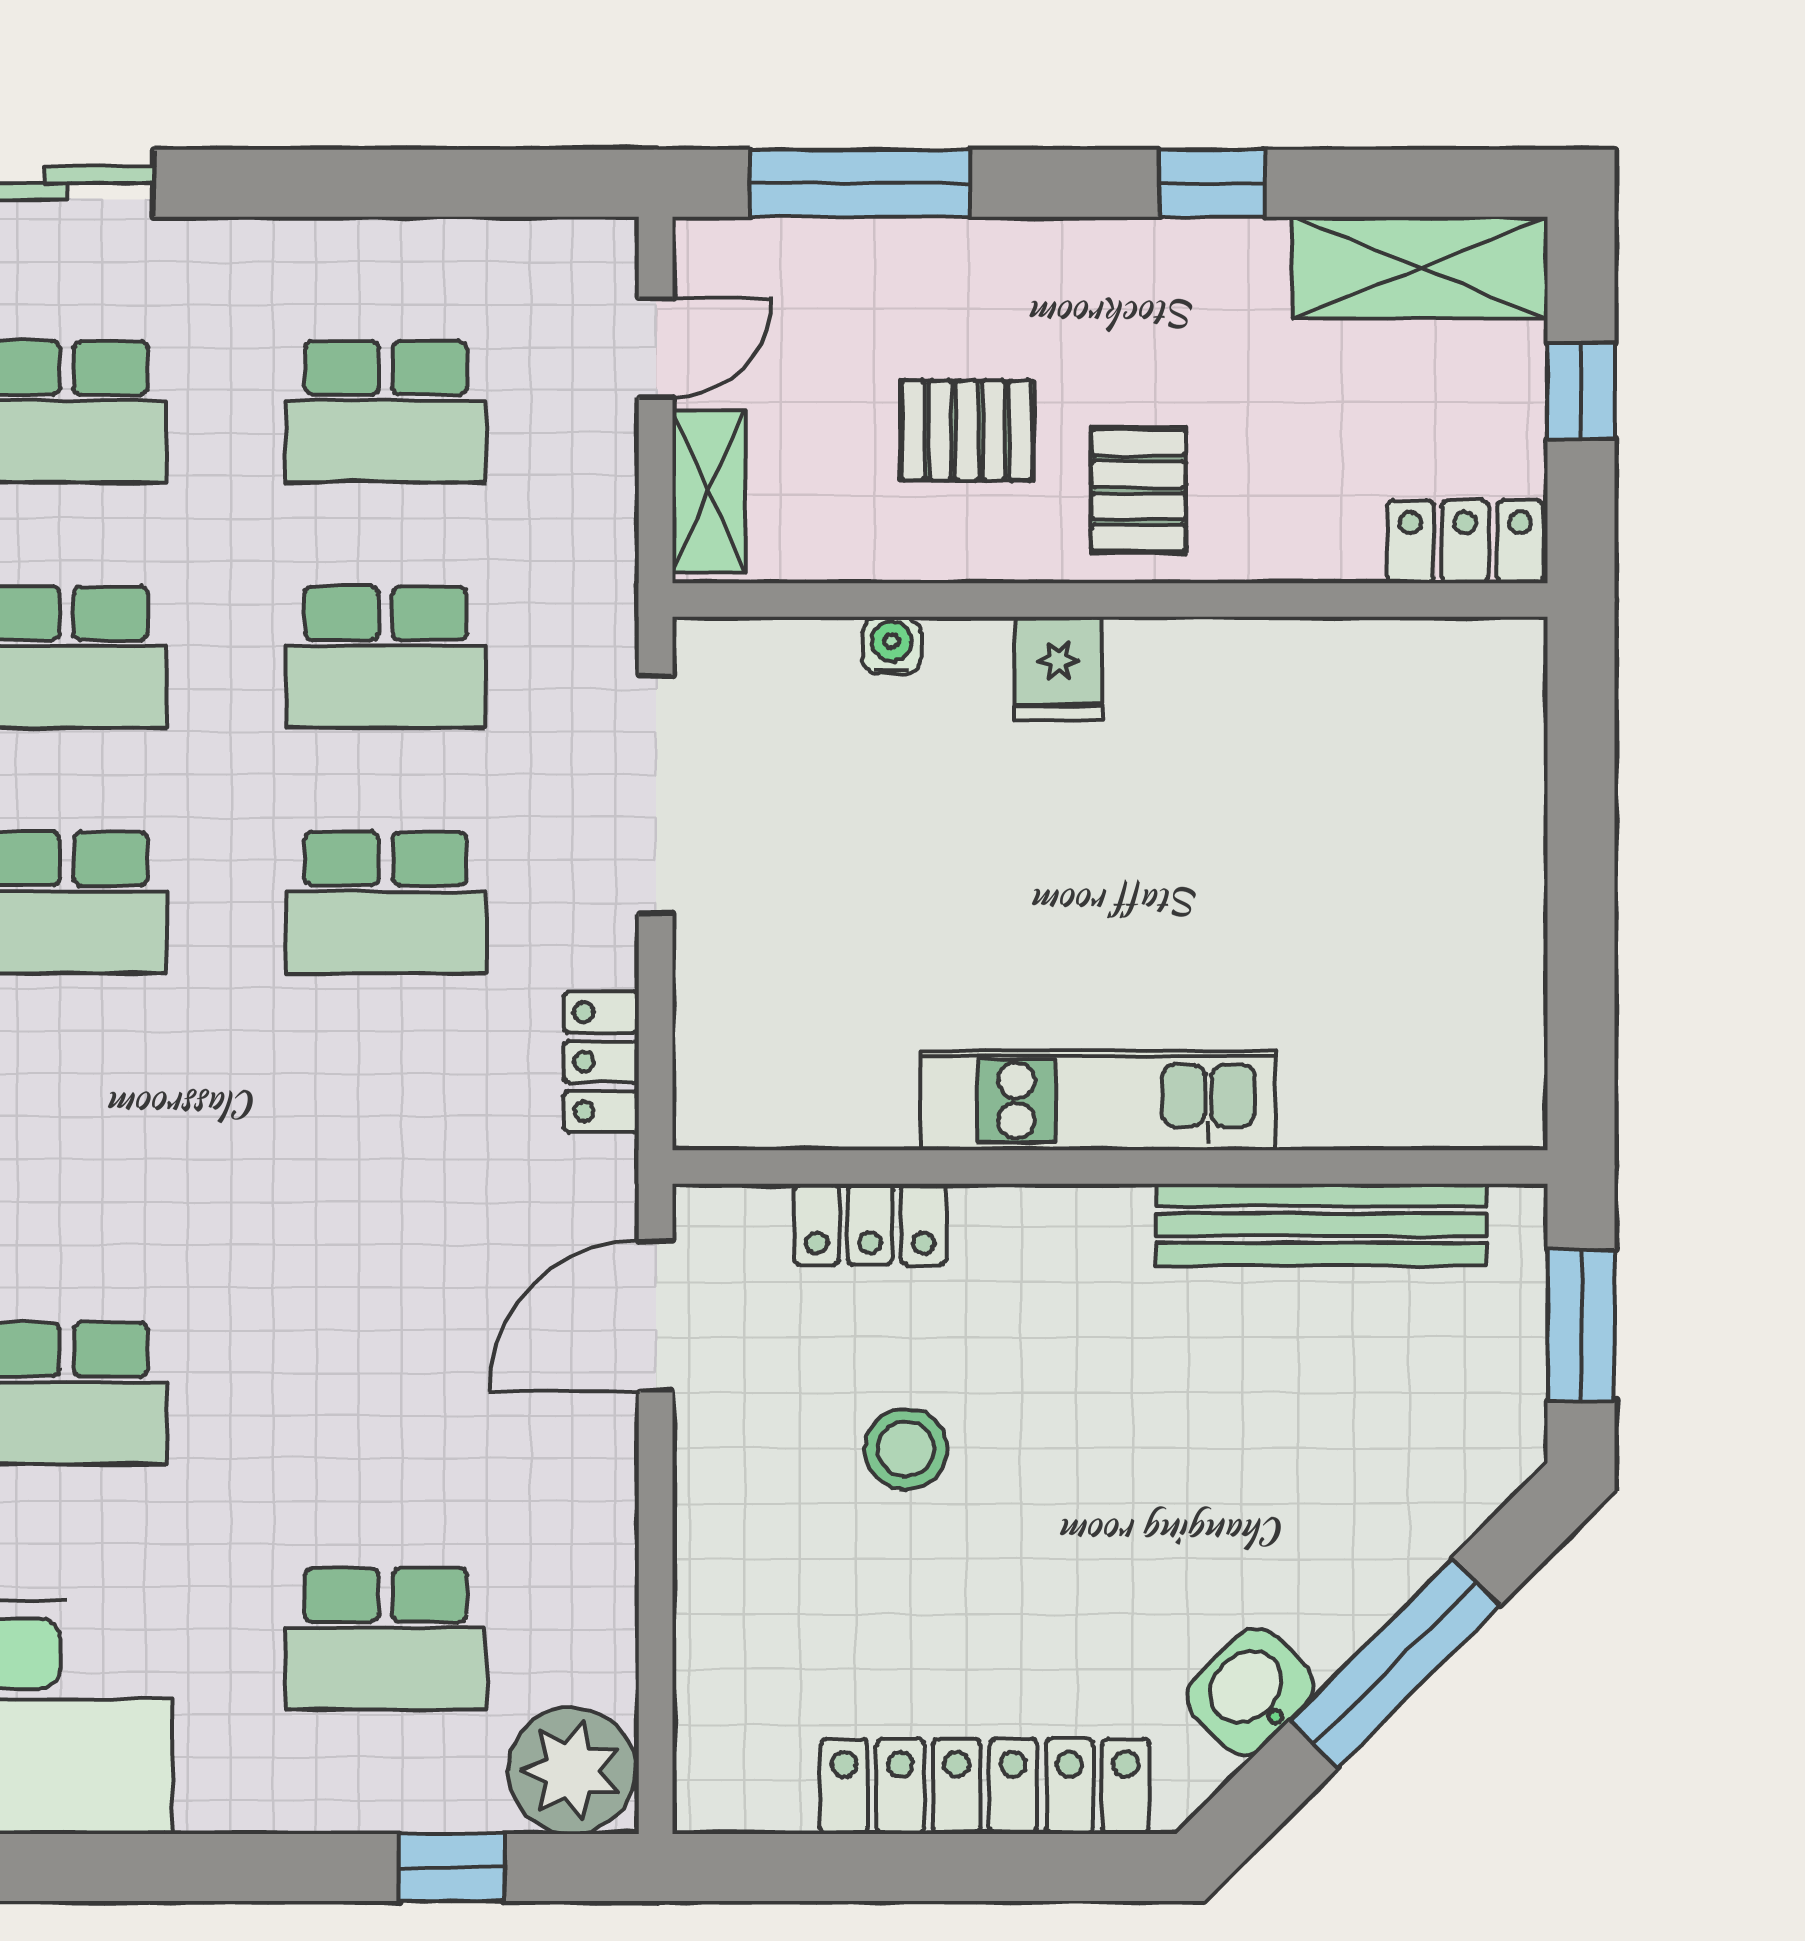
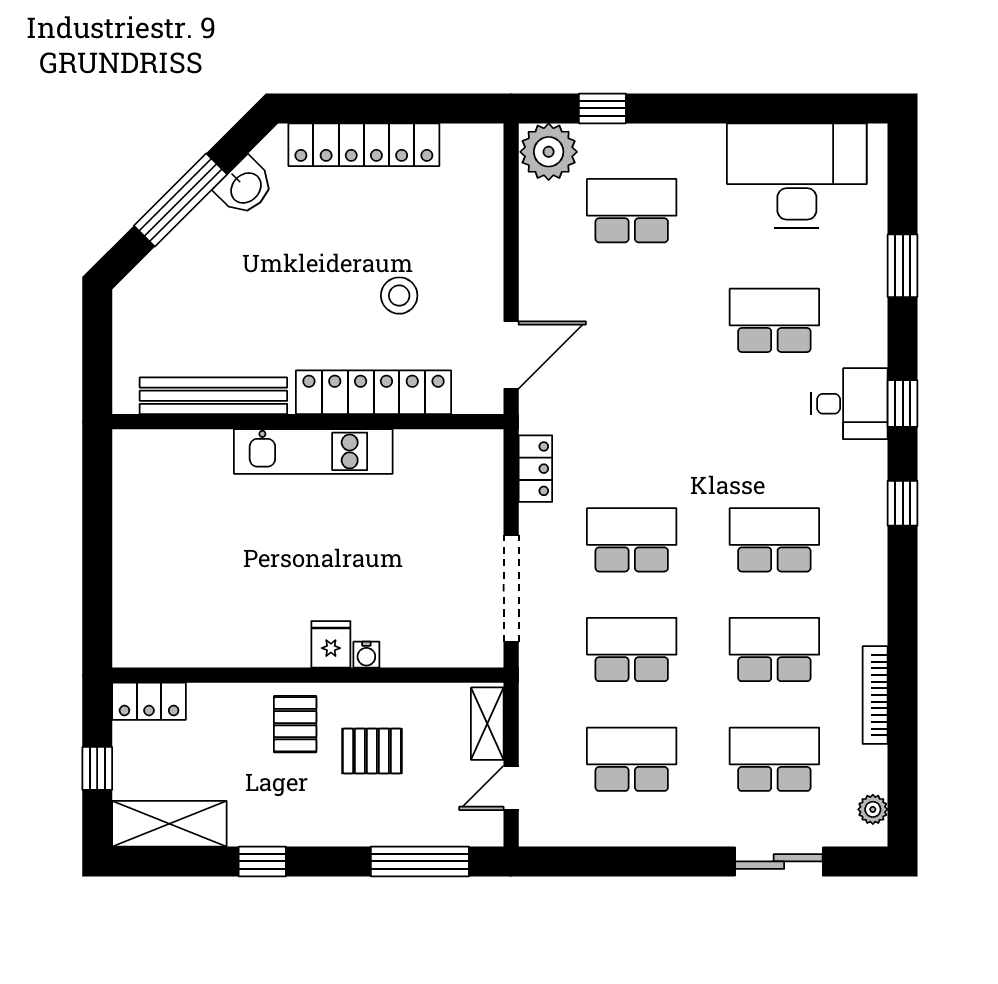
water cooler: (892, 646) -> (366, 655), moved
locker: (870, 1224) -> (374, 392), width x2.16, depth x1.21
window: (1581, 1325) -> (97, 351), removed

